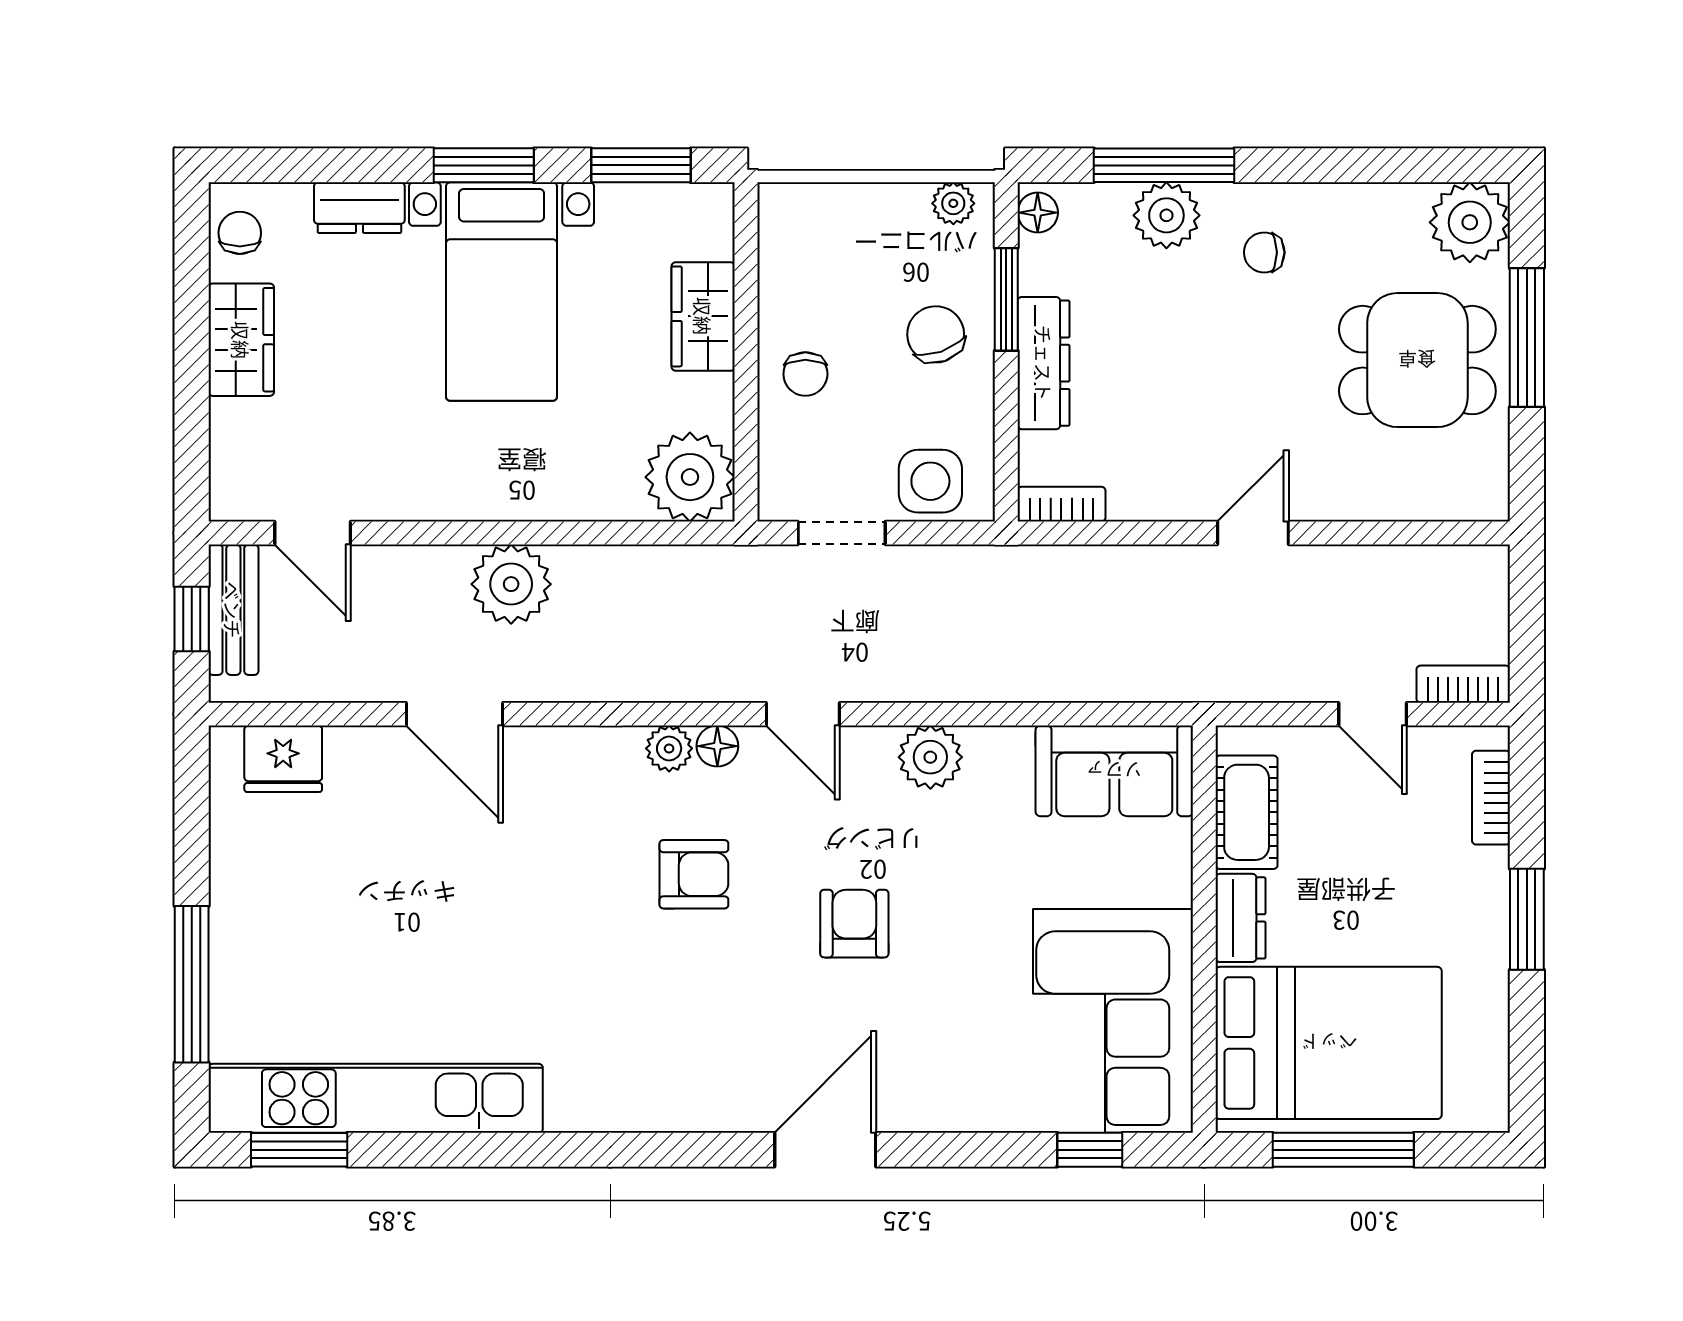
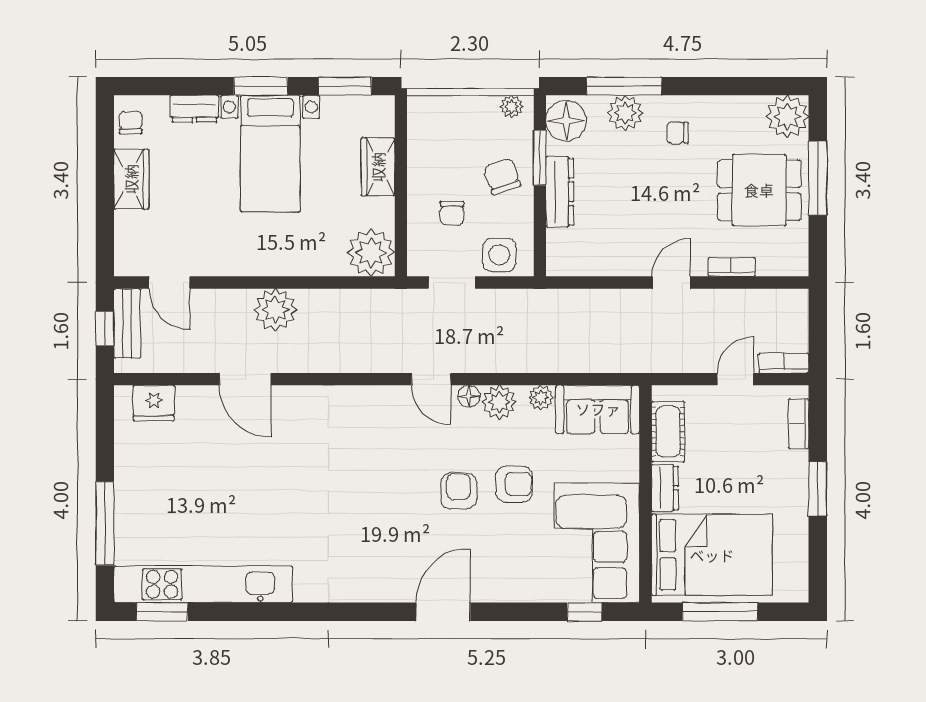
floor lamp: (1038, 213) -> (566, 121), width x1.89, depth x1.89
chair: (805, 374) -> (452, 213), moved
bookcase: (1061, 504) -> (732, 267), moved
door: (1373, 714) -> (735, 379), swing flipped
floor lamp: (717, 746) -> (469, 396), moved
plant: (669, 748) -> (541, 398), moved
armchair: (694, 874) -> (514, 484), moved

